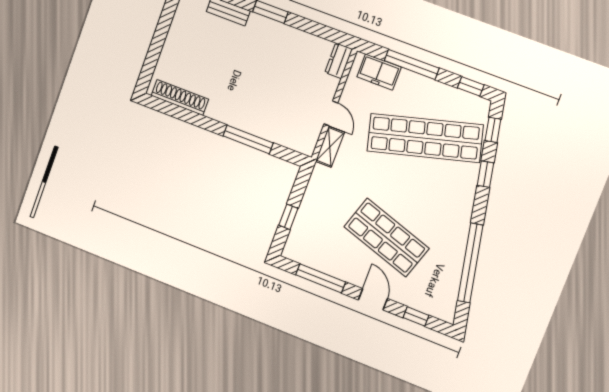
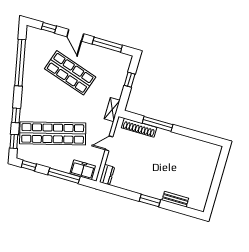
shoe rack: (180, 97) -> (139, 128), moved
door: (331, 113) -> (109, 143), hinge flipped
shelving: (330, 147) -> (112, 110), moved

